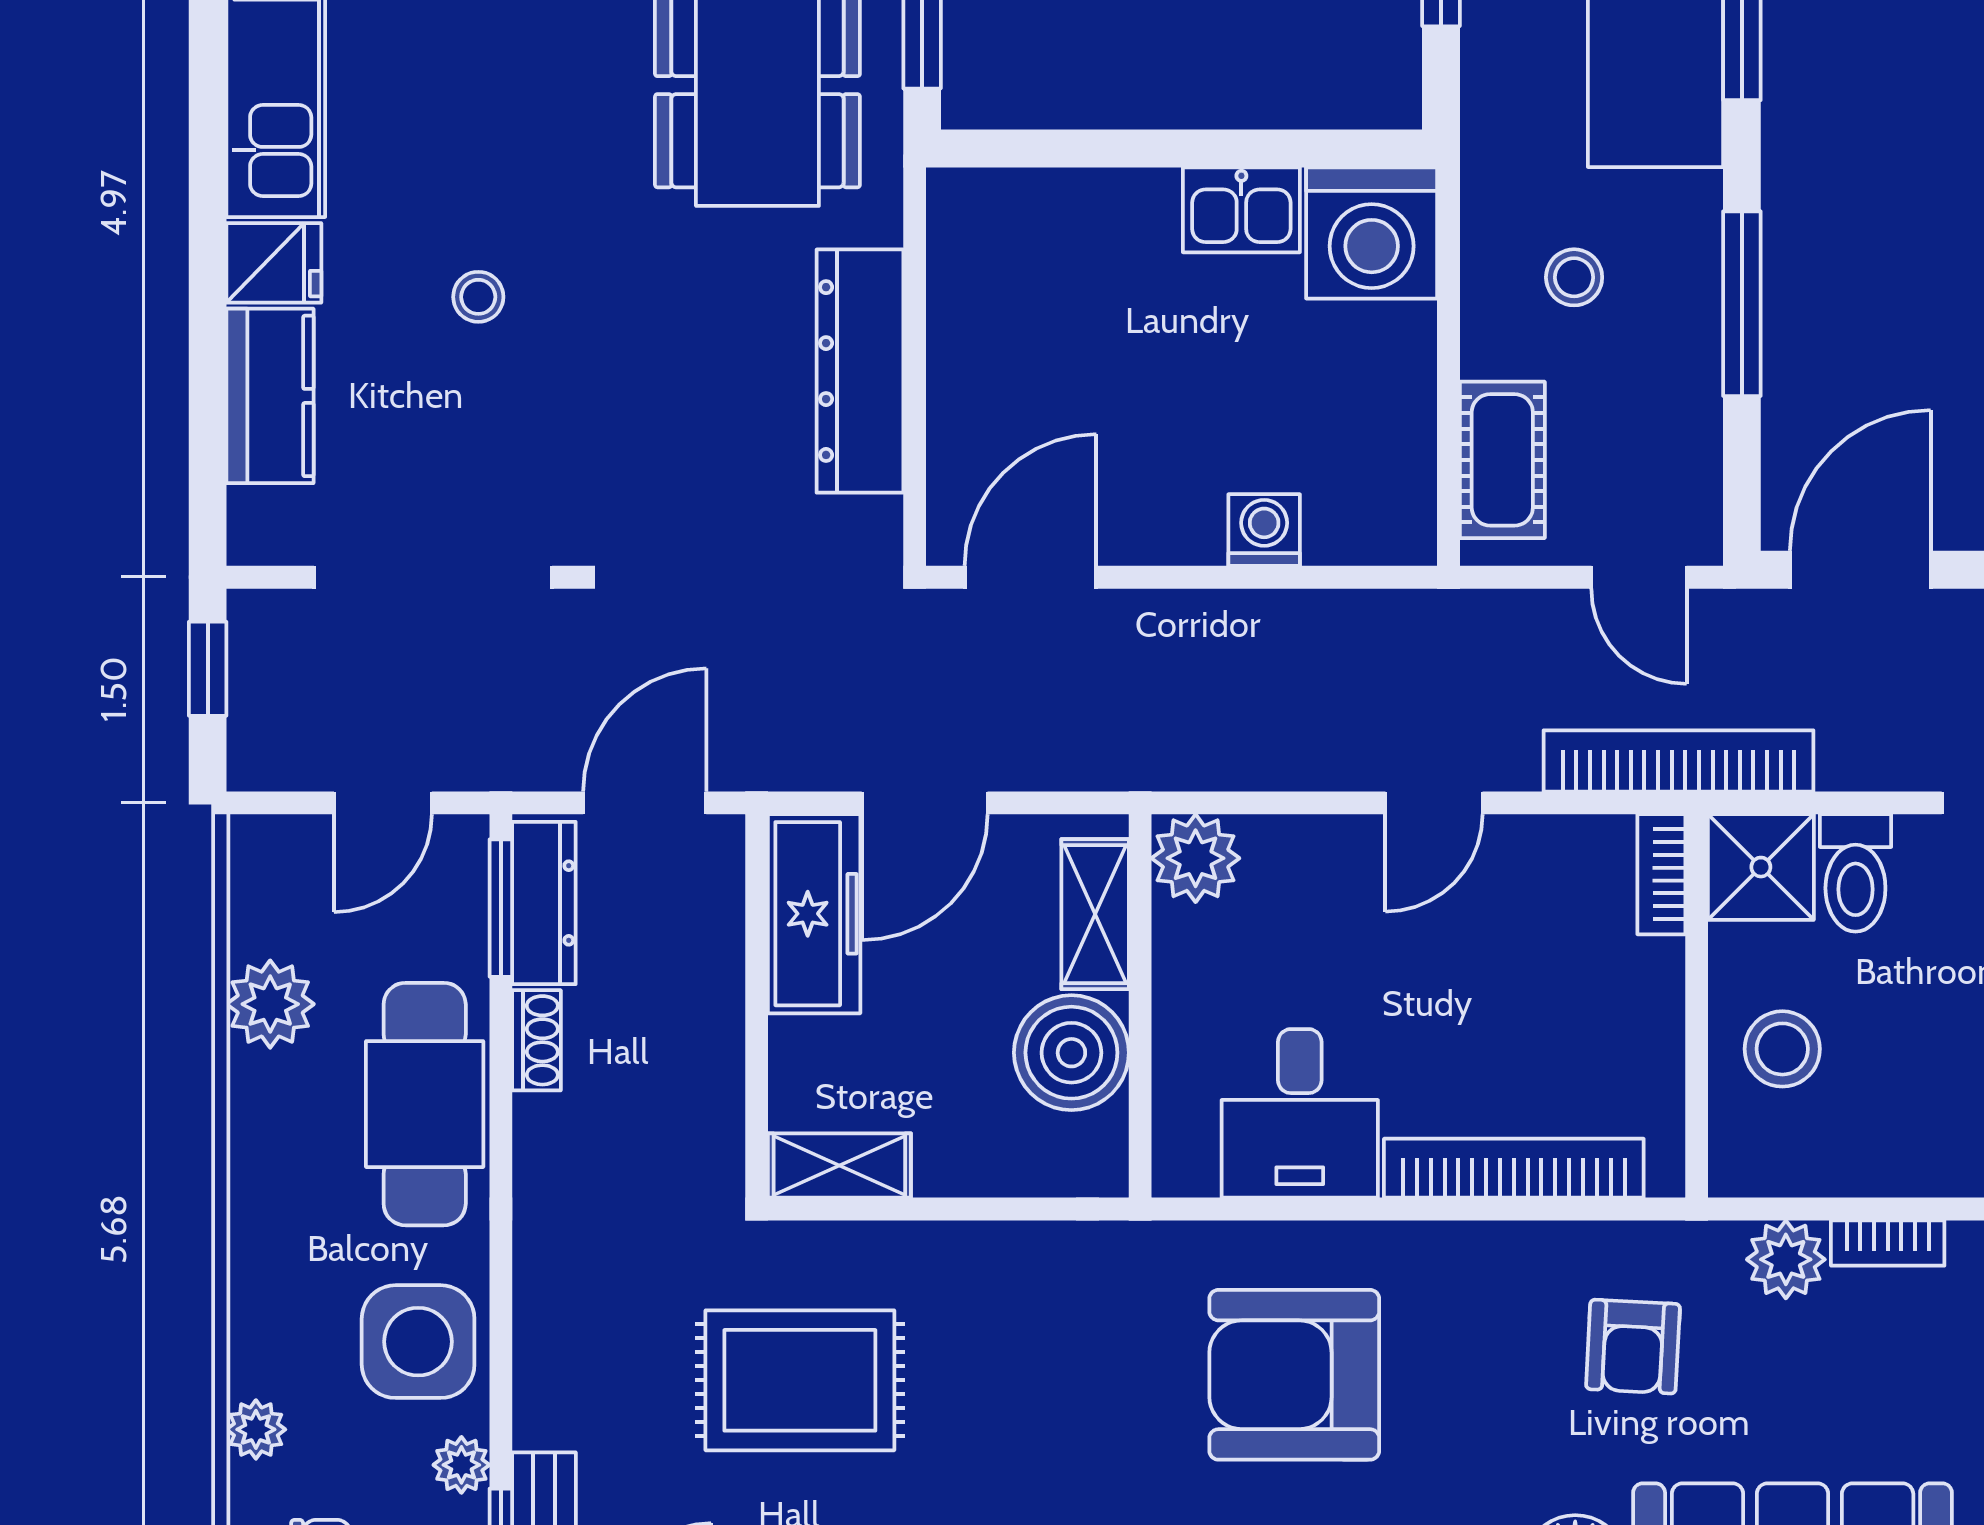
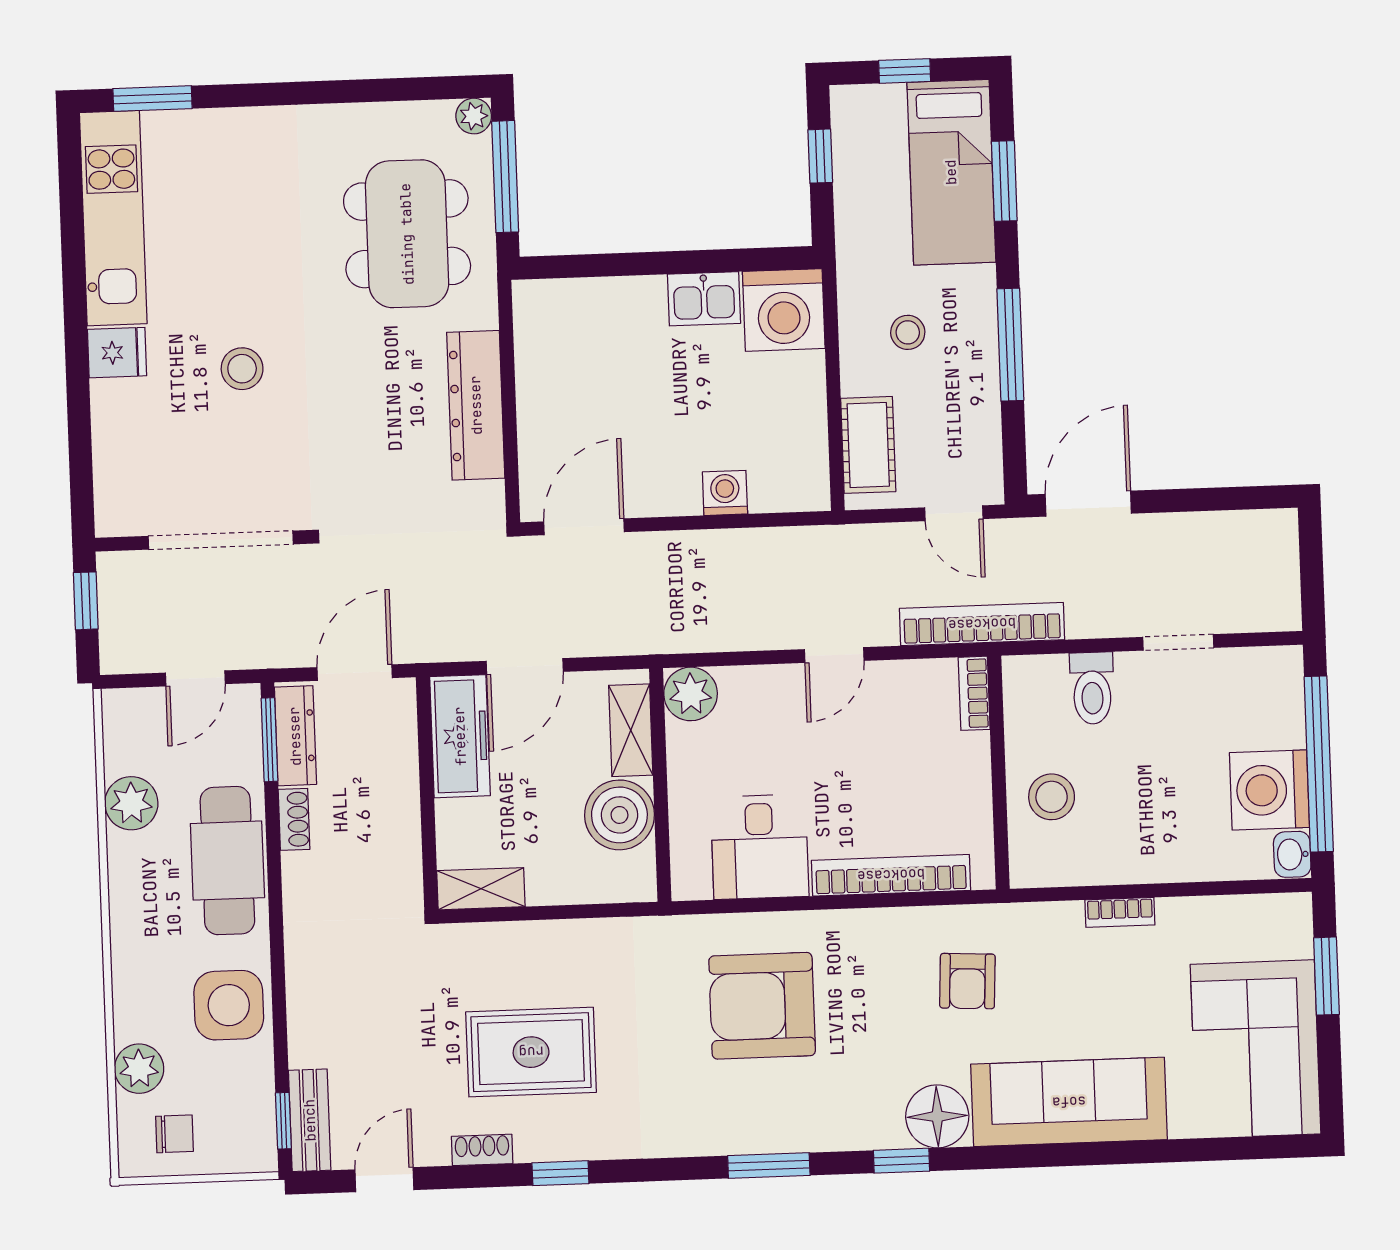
stool: (478, 297) -> (242, 369), width x1.37, depth x1.37
kitchen counter: (270, 396) -> (118, 434), removed
shower: (1761, 867) -> (1034, 687), removed
plant: (1786, 1259) -> (1058, 925), removed
rug: (800, 1380) -> (531, 1052), moved
plant: (256, 1429) -> (139, 1069), width x1.38, depth x1.38
plant: (461, 1465) -> (258, 1079), removed

